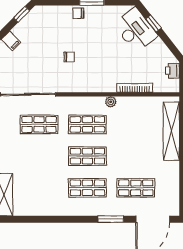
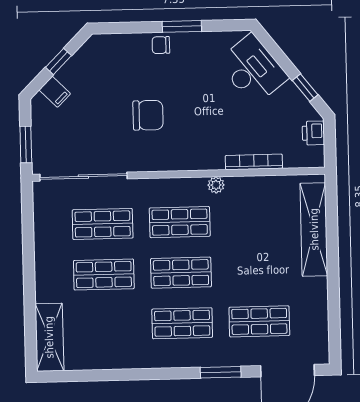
window: (22, 14) -> (59, 61), moved
window: (153, 24) -> (305, 88), moved
chair: (69, 57) -> (148, 115), width x1.87, depth x1.87
shop shelf: (39, 156) -> (104, 275), added

